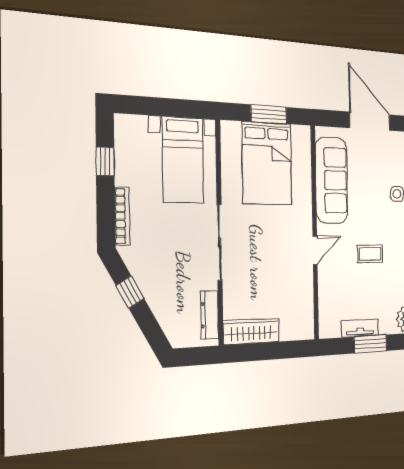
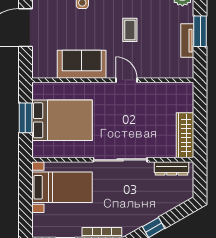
sofa: (331, 180) -> (82, 64), width x0.73

